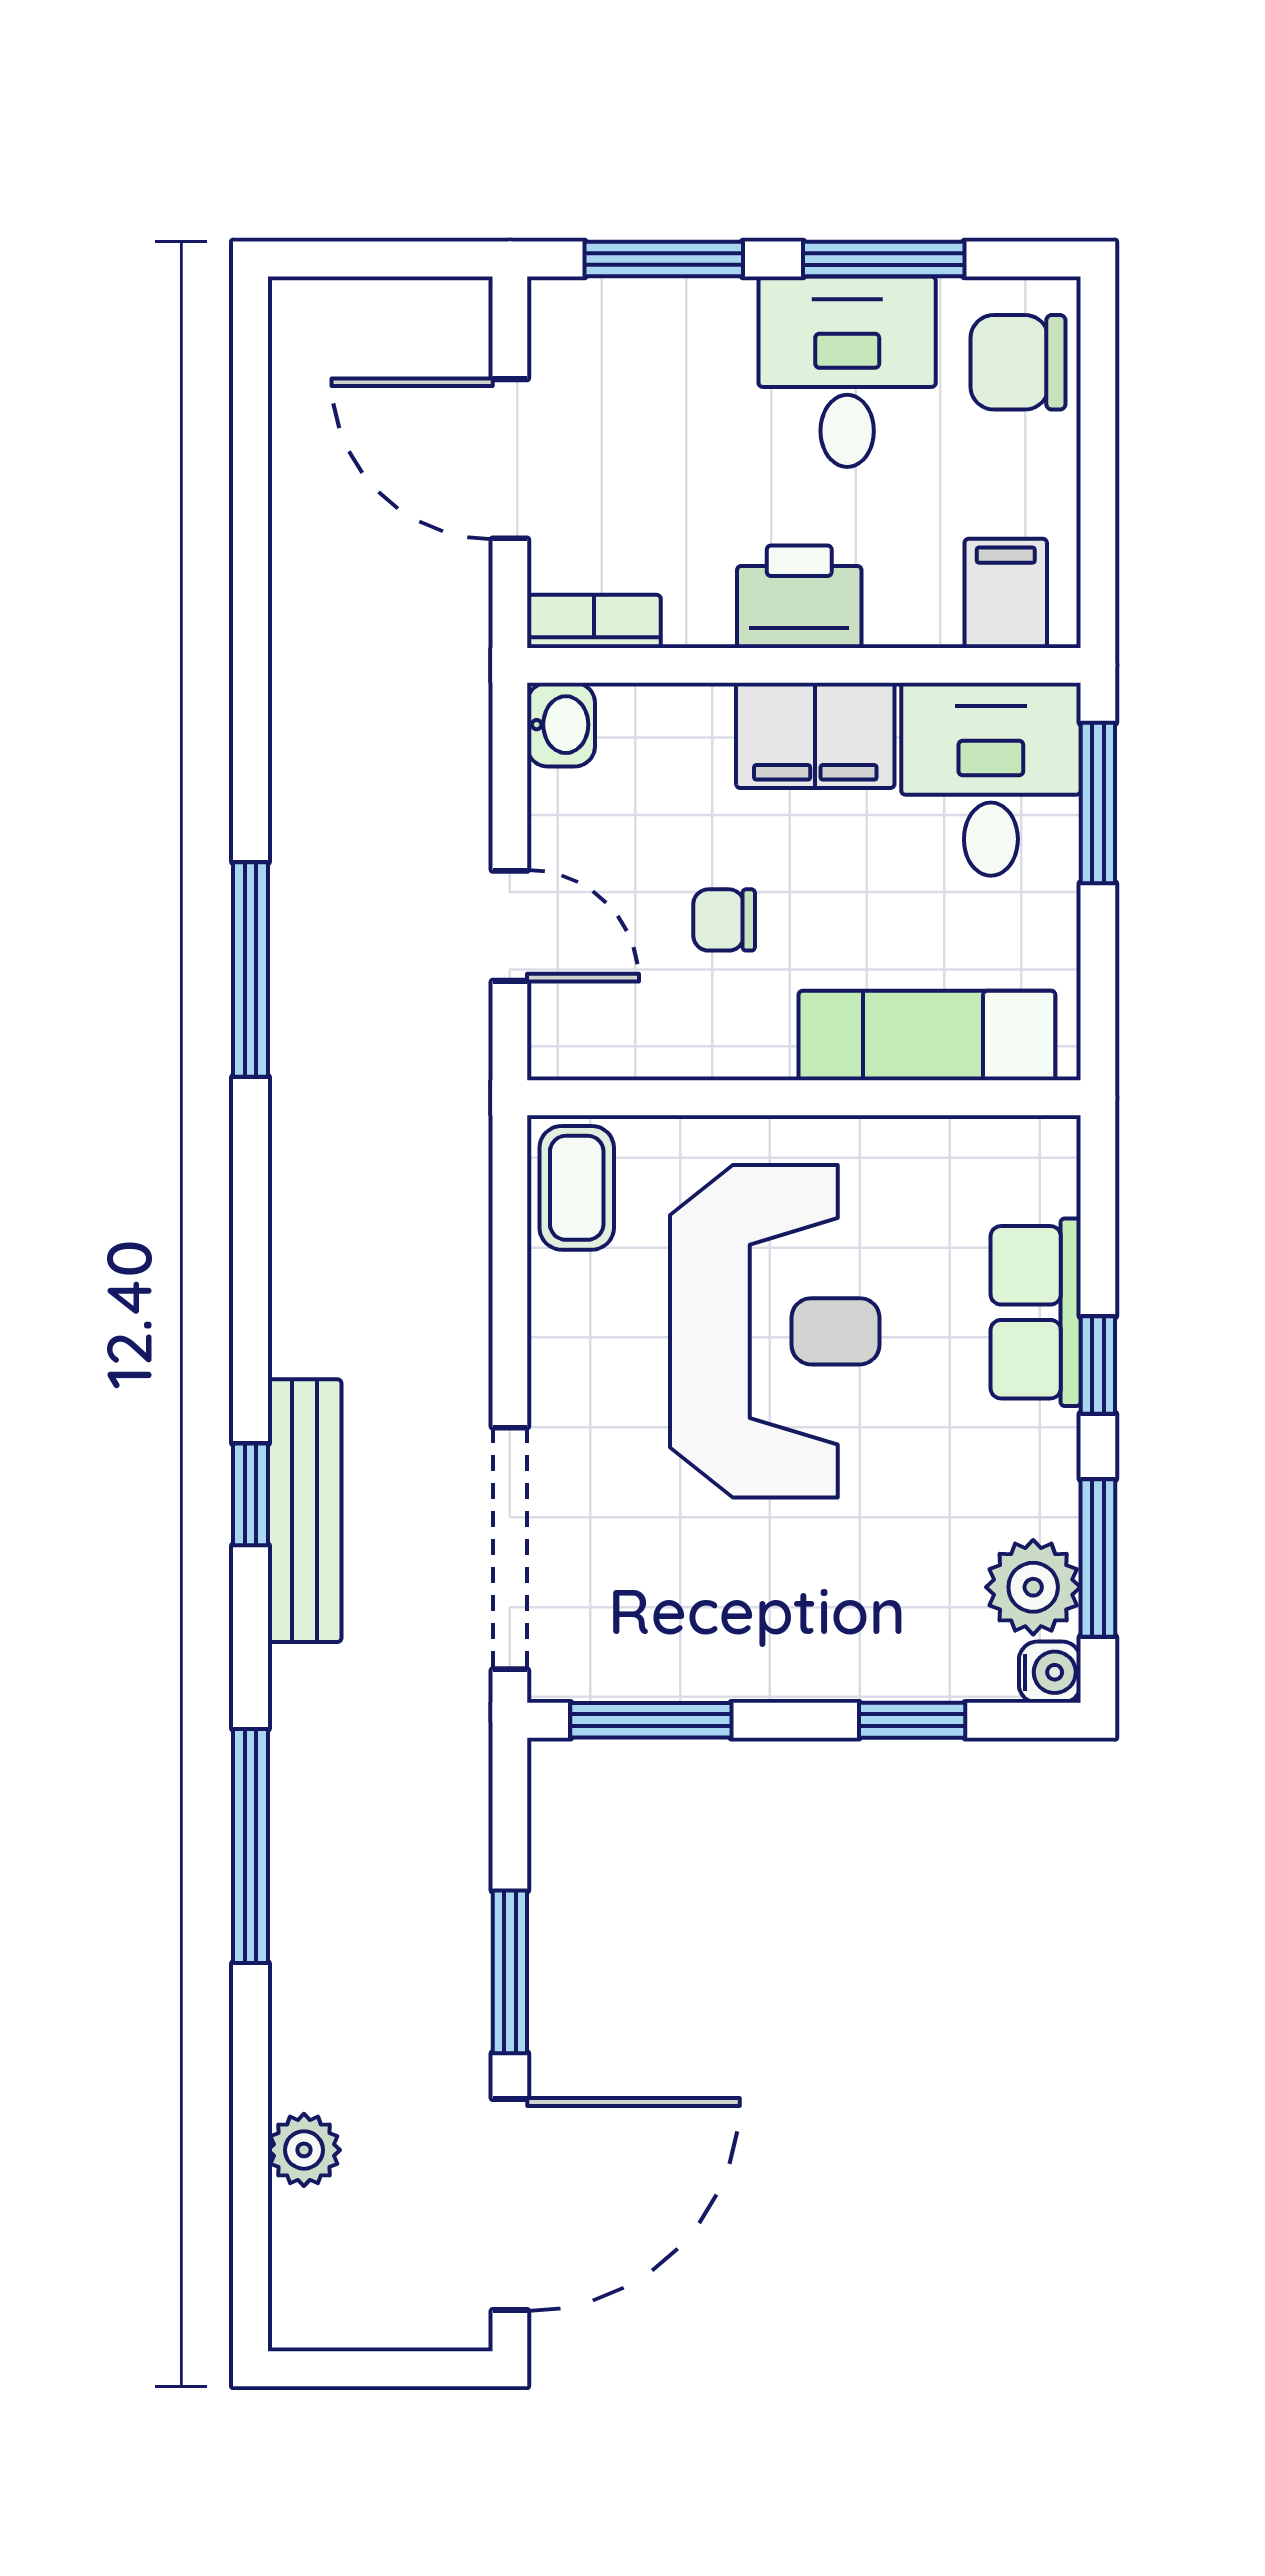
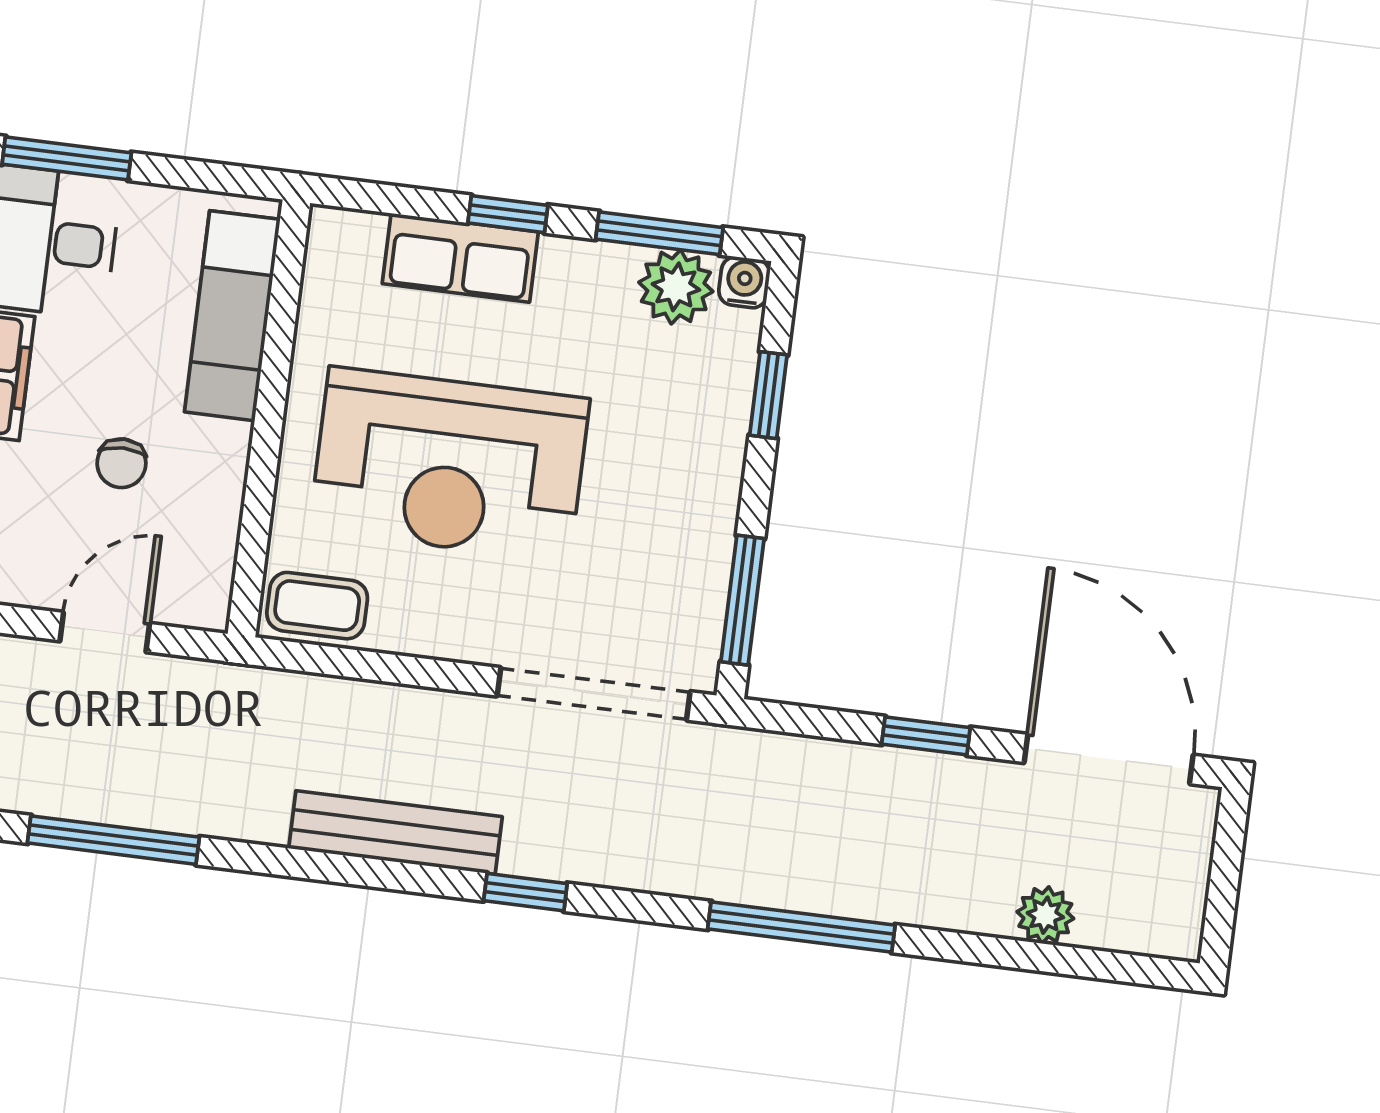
reception desk: (775, 1331) -> (449, 464), turned 180
bench: (305, 1511) -> (395, 833), moved
window: (510, 1972) -> (926, 736), width x0.67

